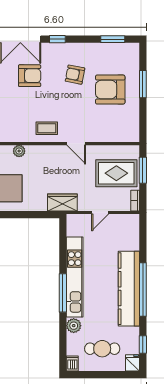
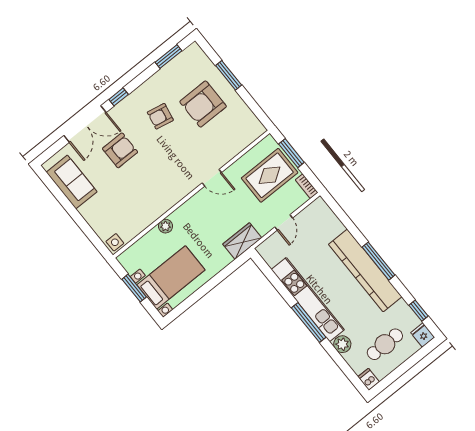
coffee table: (47, 128) -> (174, 185), removed
window: (143, 290) -> (379, 261), width x0.68

